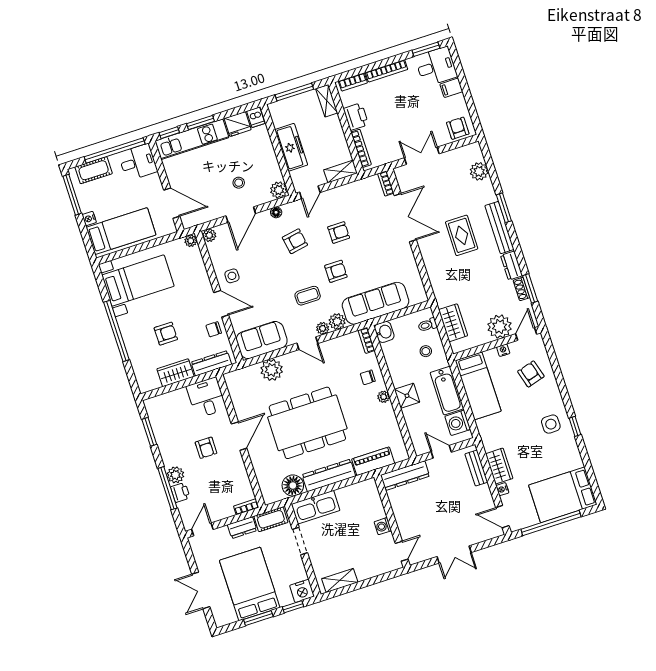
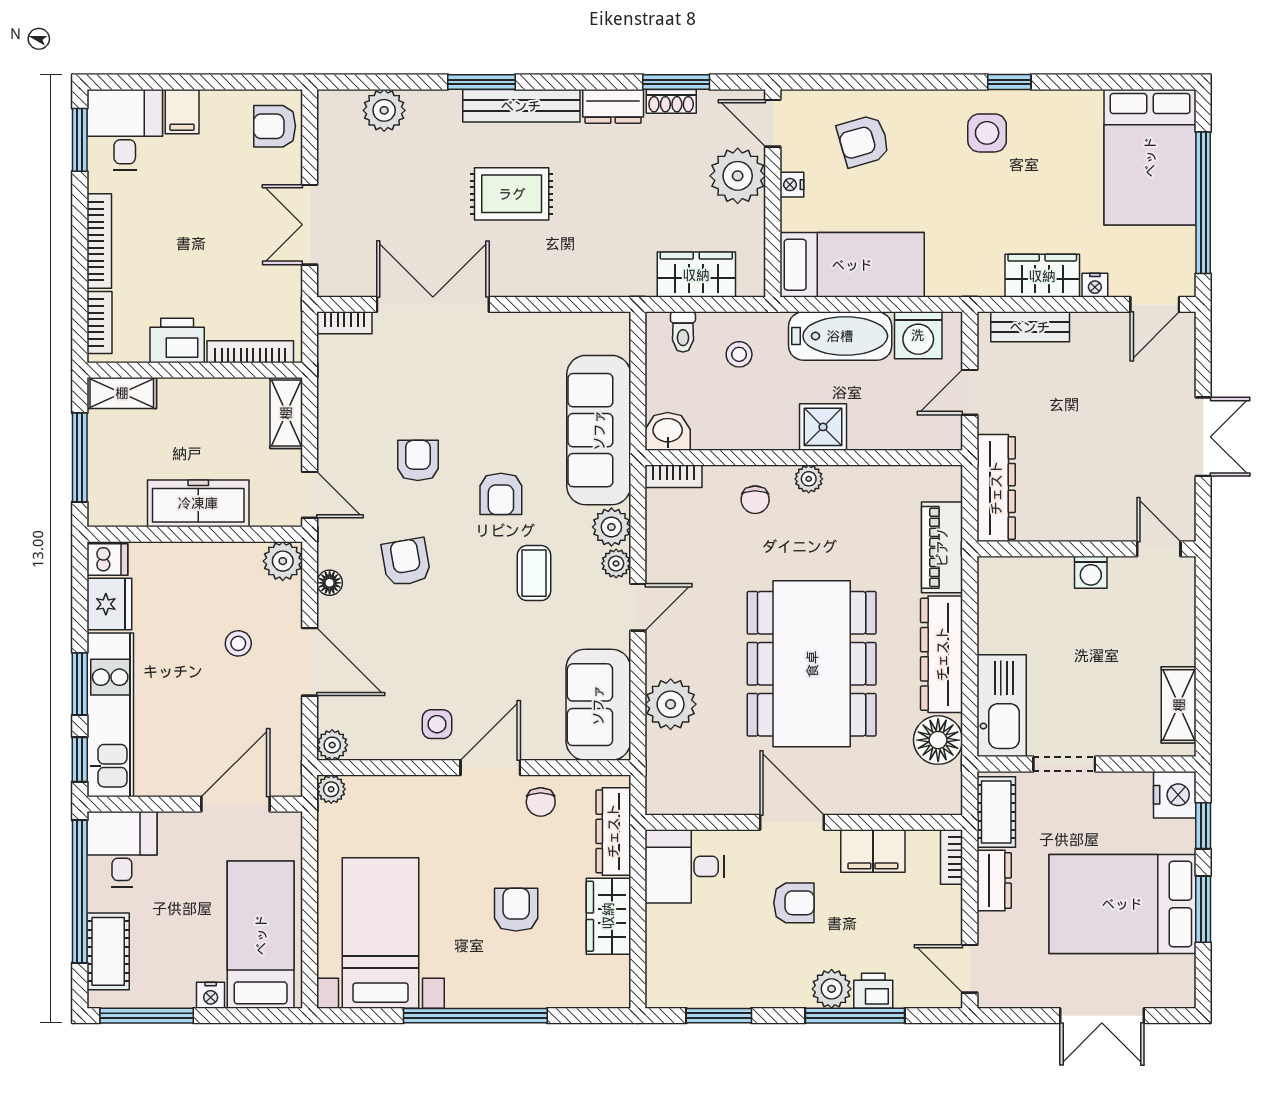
armchair: (336, 271) -> (501, 494), turned 180
filing cabinet: (238, 473) -> (873, 851), added

